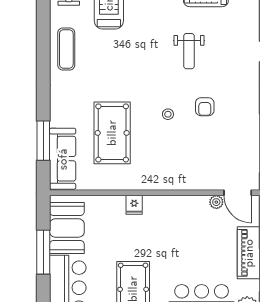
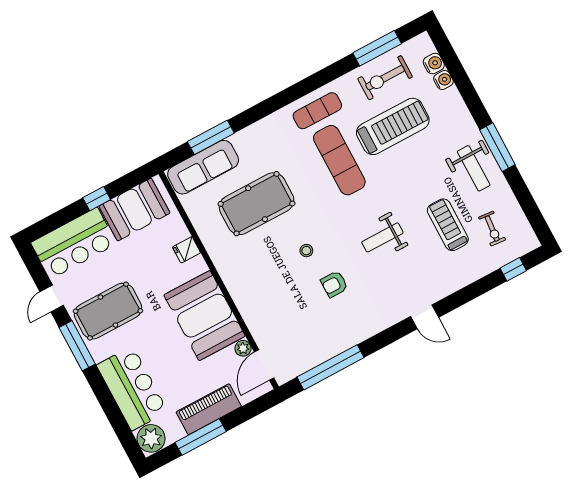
exercise mat: (113, 52) -> (339, 160), added
fridge: (134, 205) -> (187, 250), moved
booth: (176, 218) -> (205, 316), added
window: (43, 252) -> (97, 199), width x0.46

